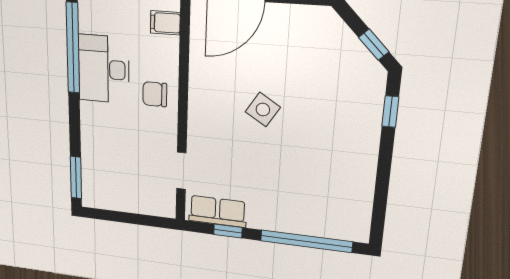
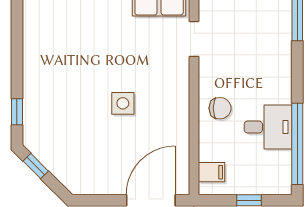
desk: (104, 69) -> (268, 127), width x0.73
side table: (263, 110) -> (123, 103), turned -32

